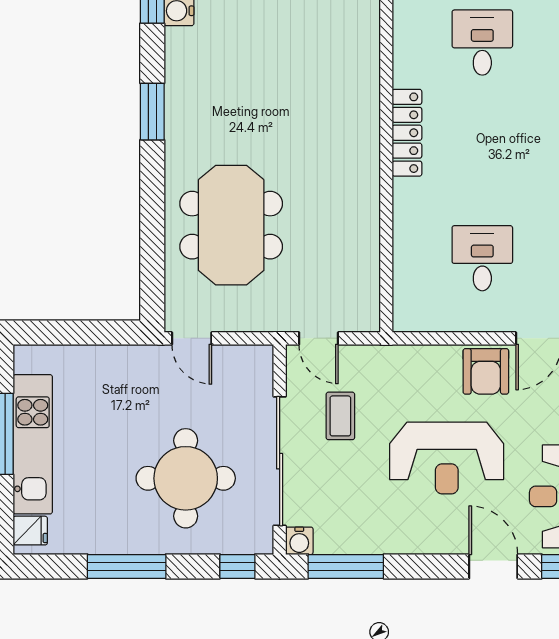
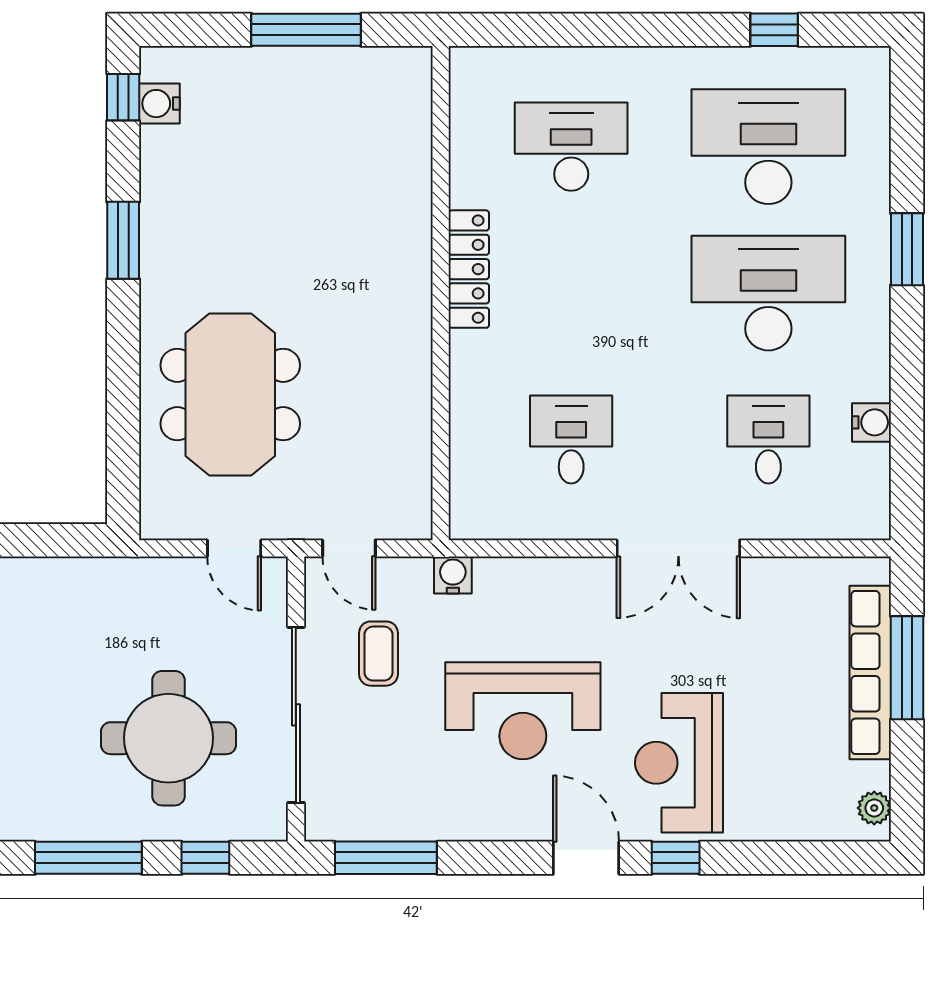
desk: (482, 43) -> (571, 147), width x1.37
door: (192, 338) -> (234, 548), moved
armchair: (486, 371) -> (576, 593), removed
water cooler: (299, 541) -> (453, 575), moved, turned 180
window: (237, 566) -> (205, 858), moved

